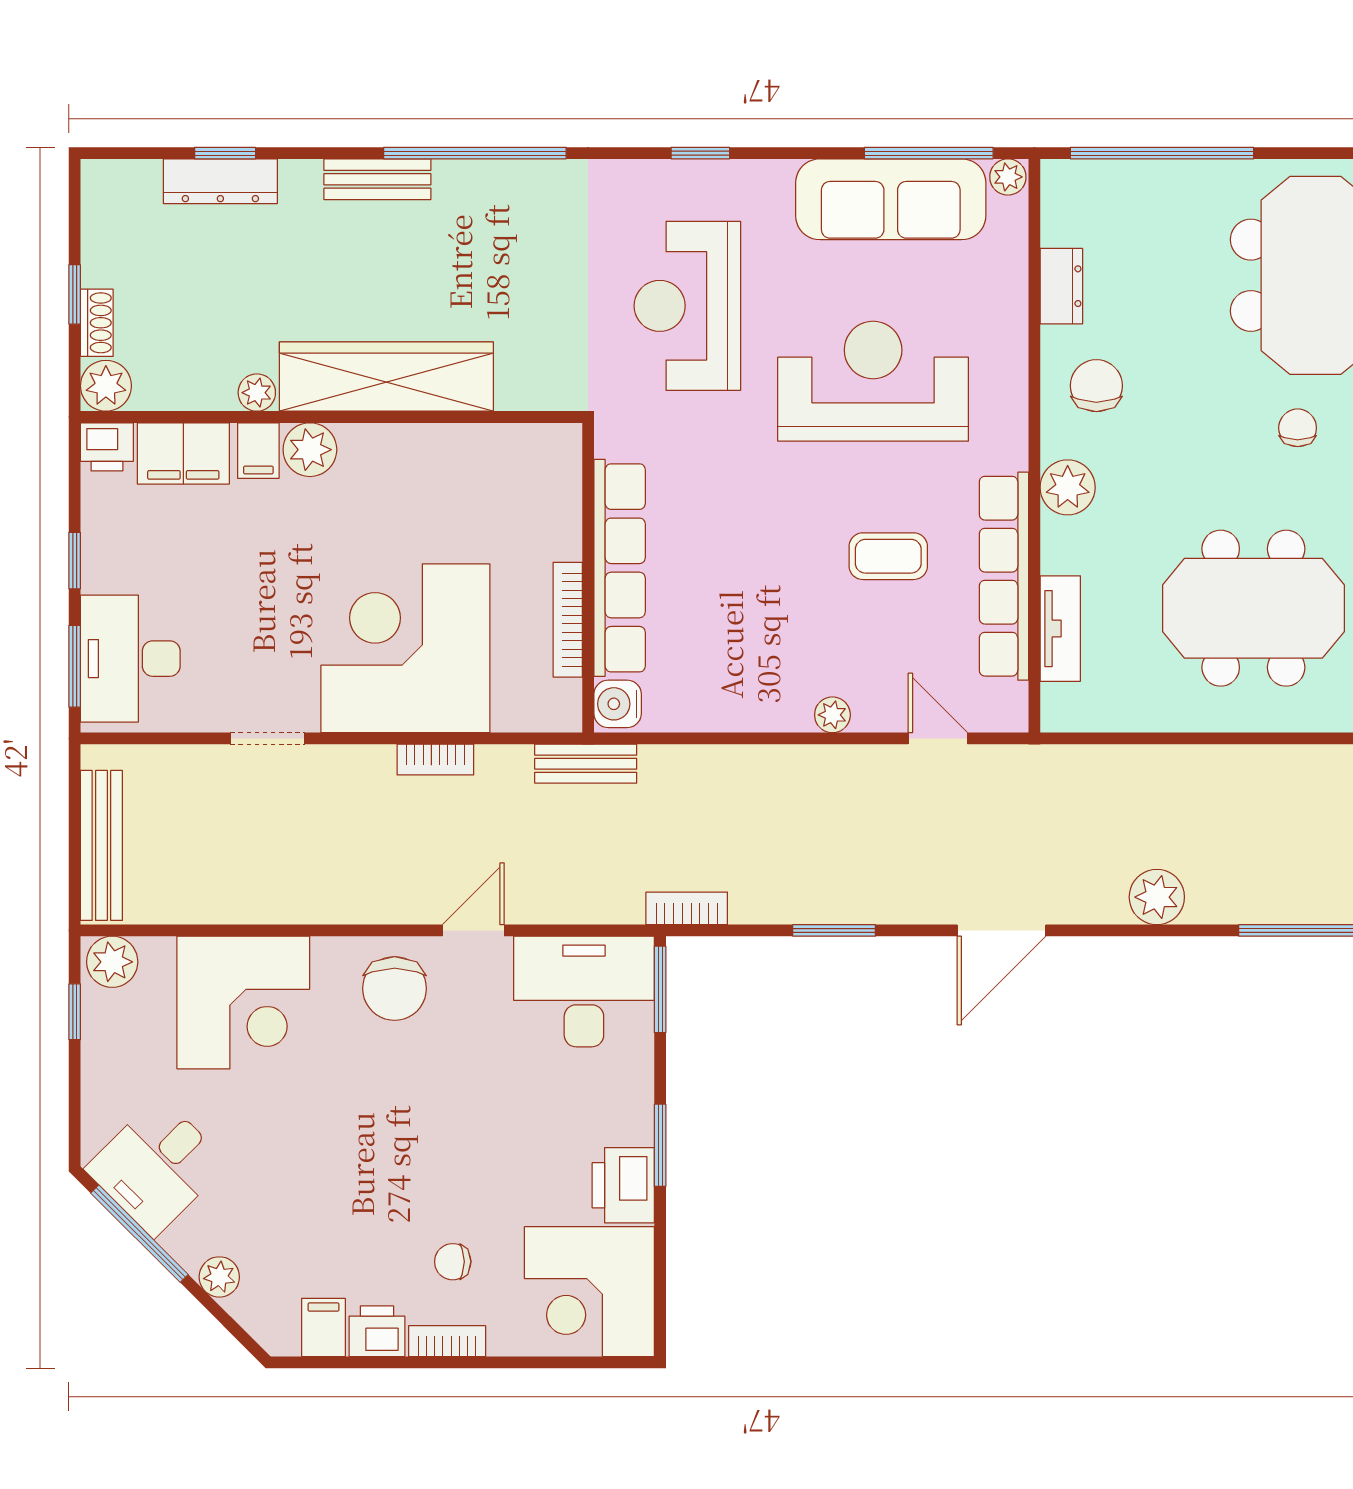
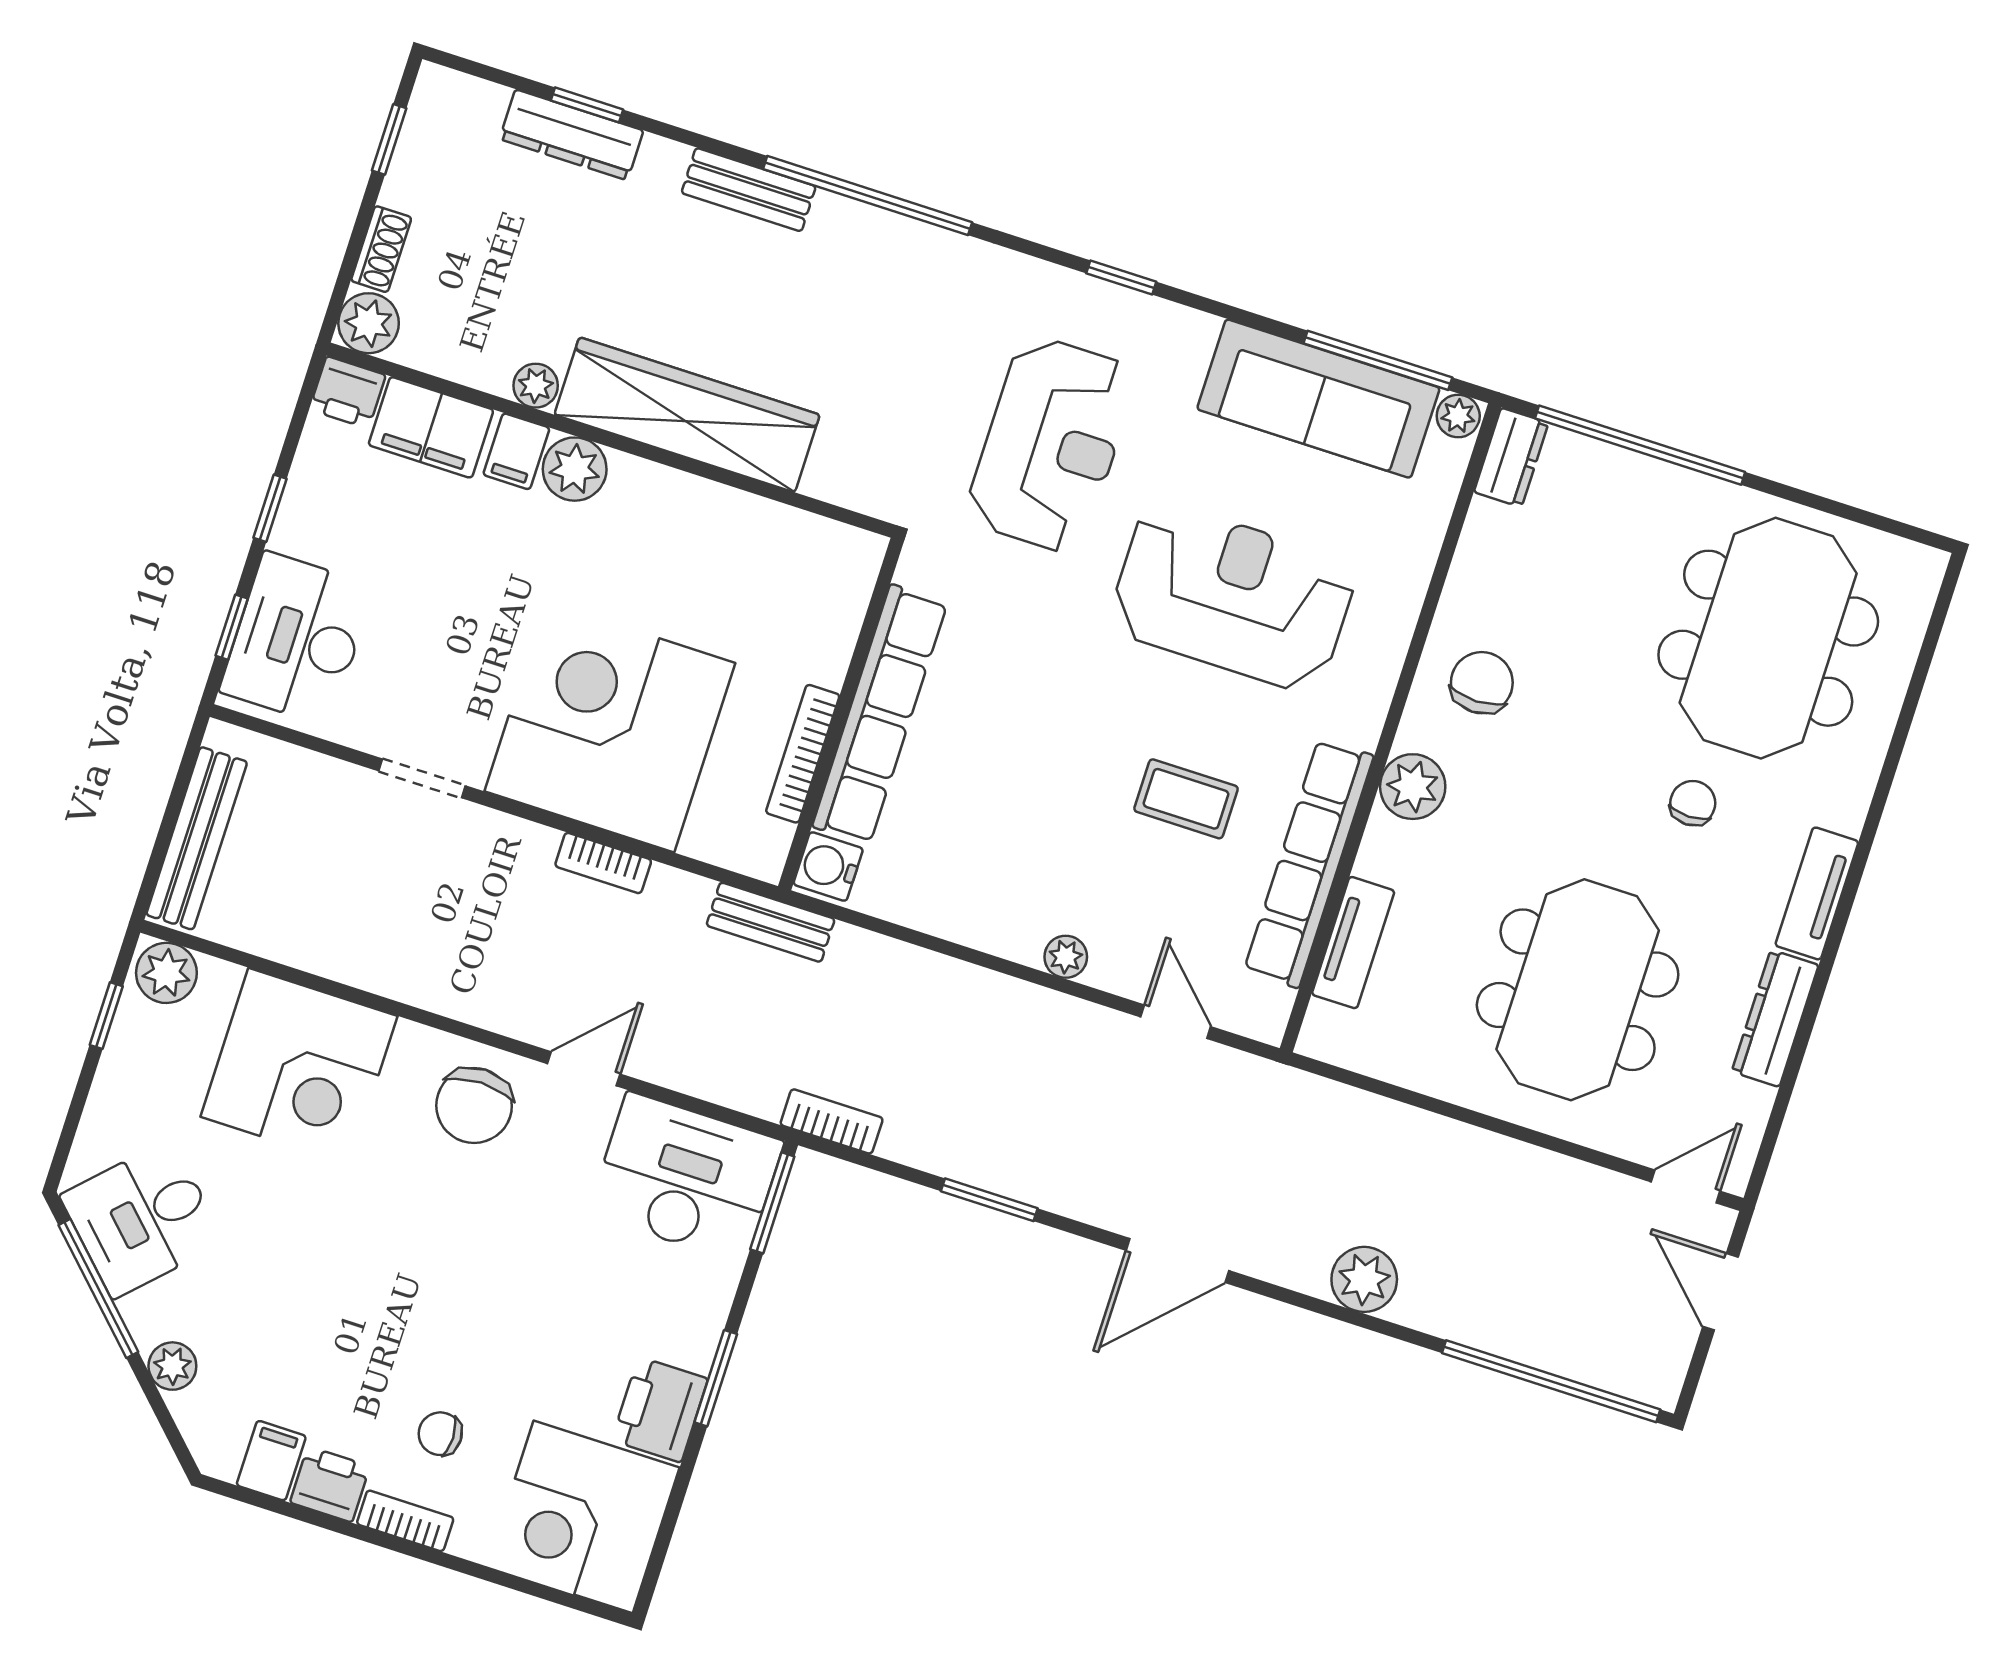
dresser: (1061, 286) -> (1511, 457), moved
window: (75, 294) -> (389, 139), moved
reception desk: (687, 306) -> (1051, 444), turned 180
meeting table: (1253, 608) -> (1578, 990), turned 90
window: (75, 666) -> (232, 627), width x0.67

